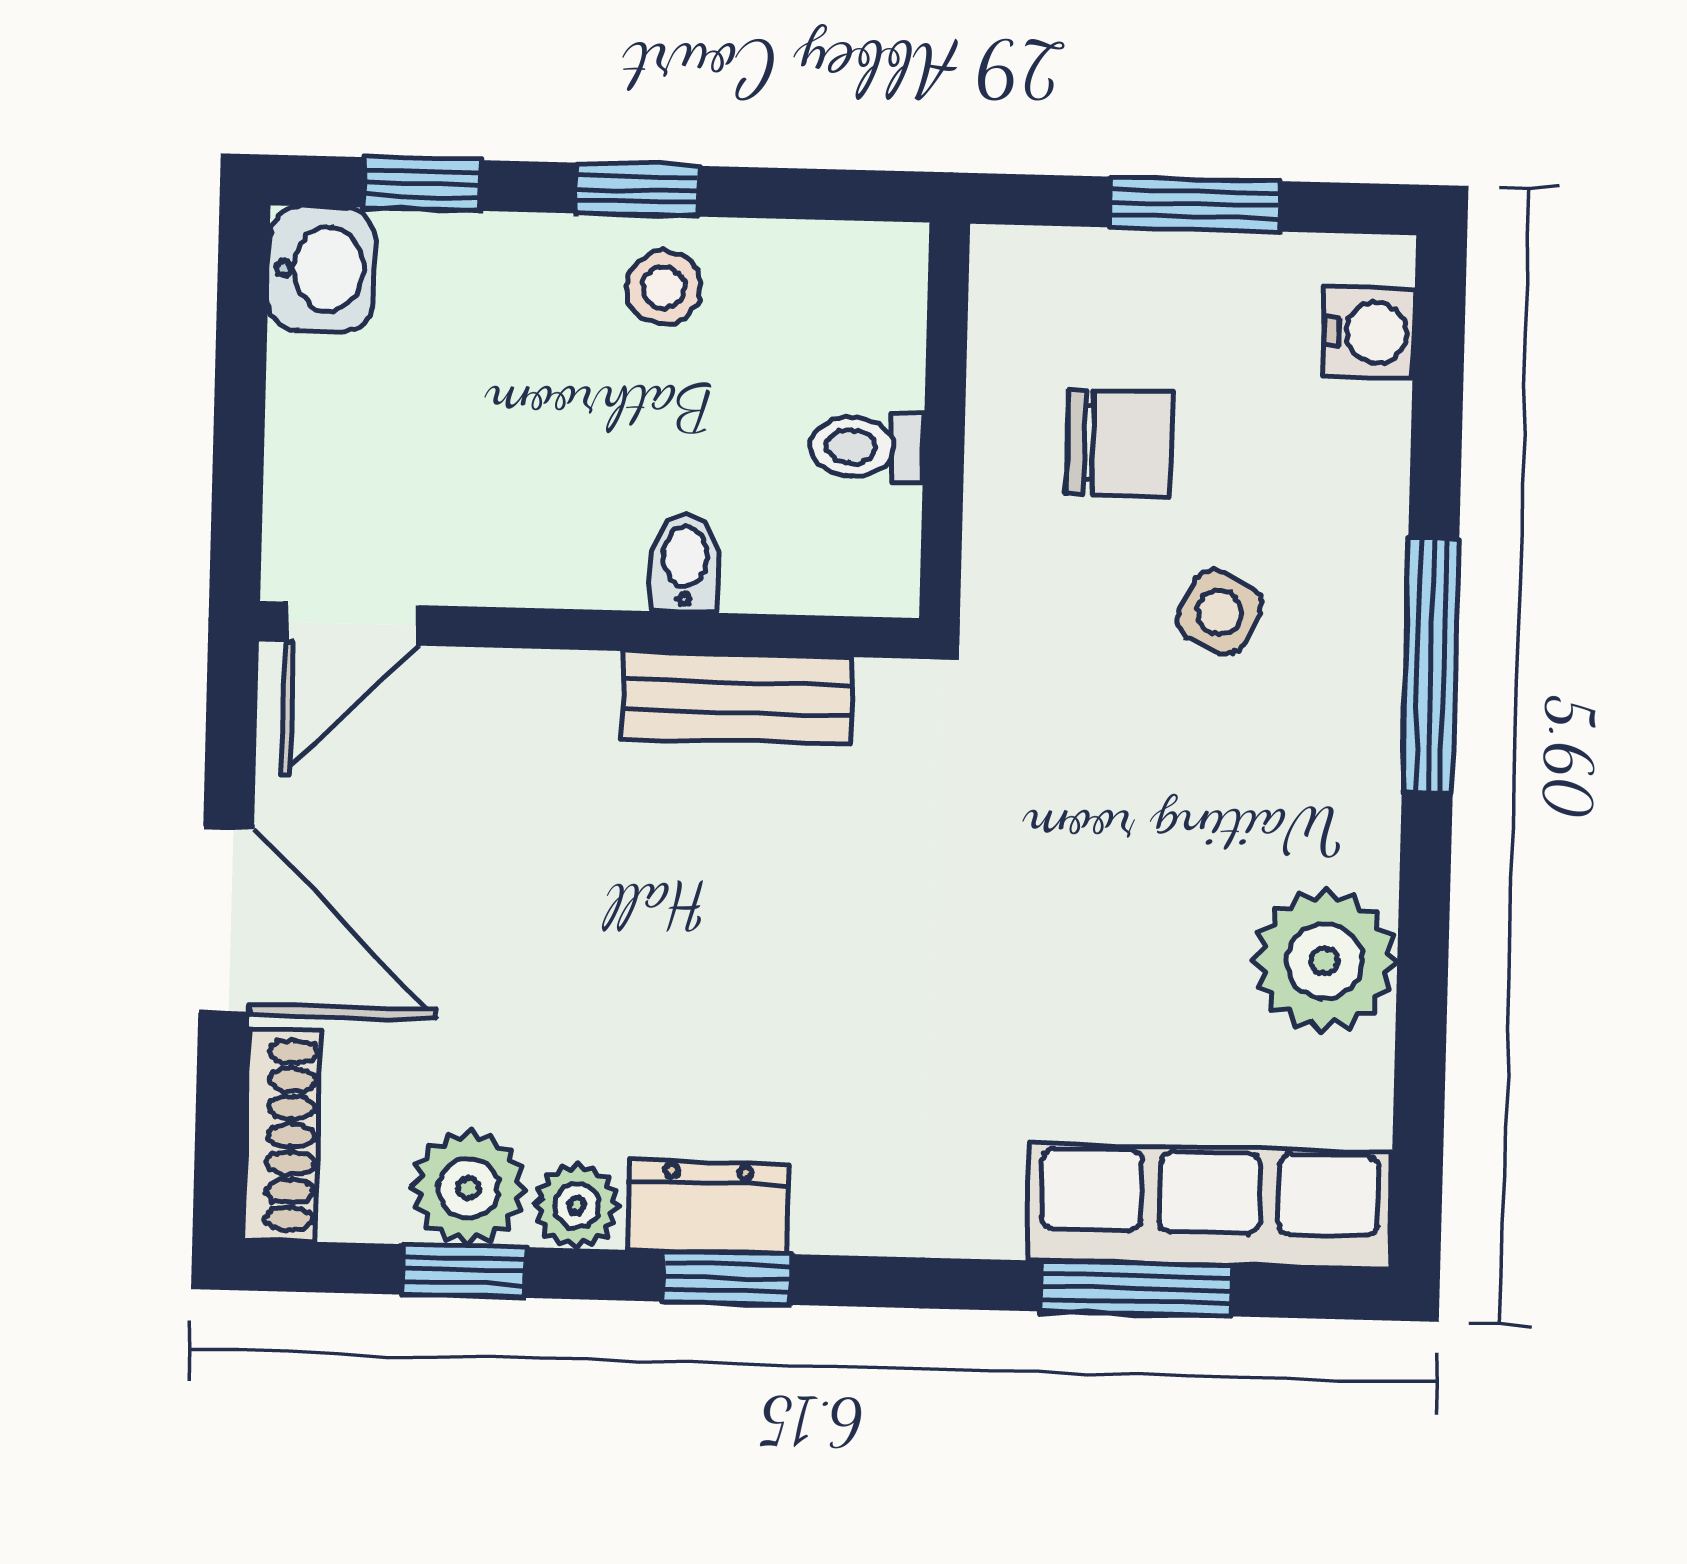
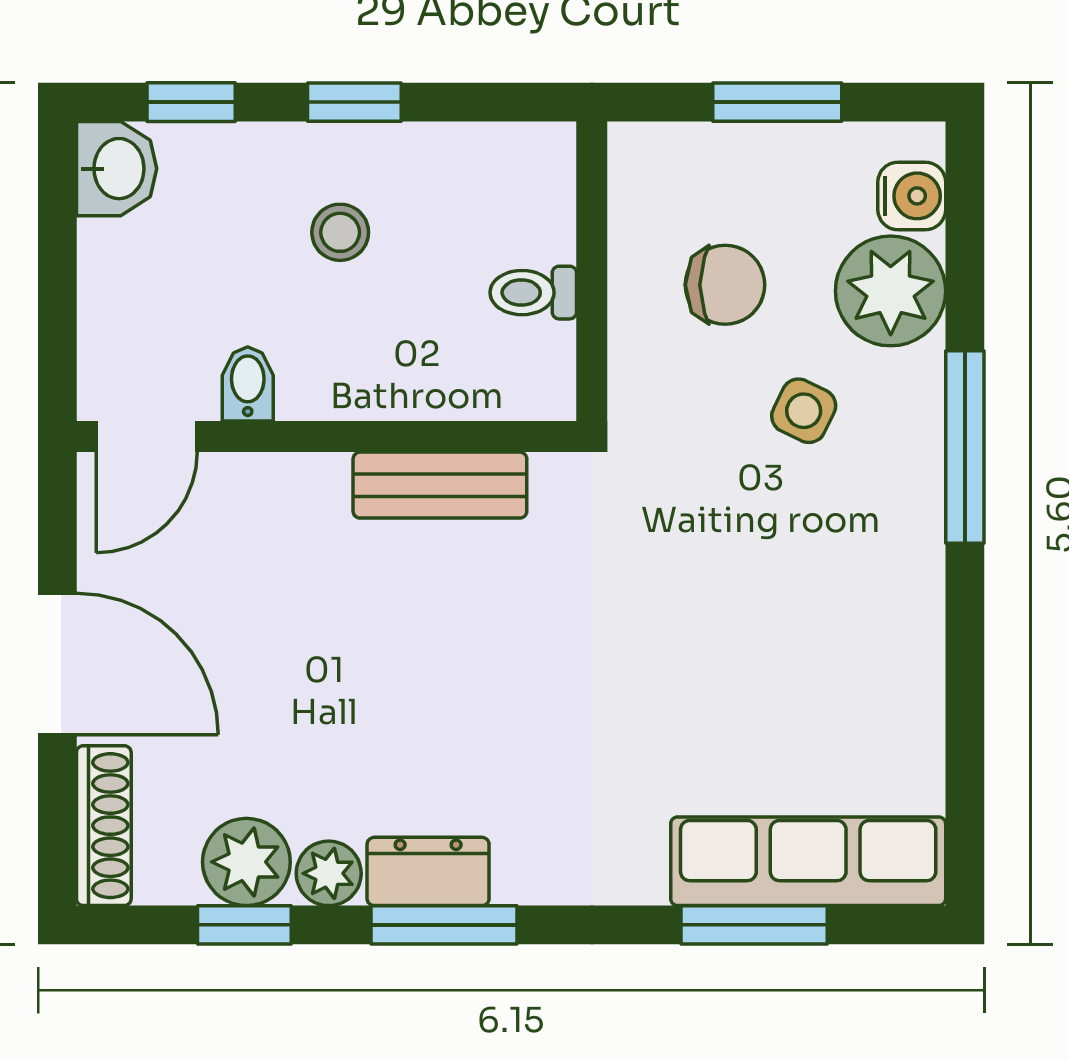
stool: (664, 288) -> (340, 232), moved
bidet: (685, 563) -> (248, 384), moved
plant: (1325, 961) -> (891, 291), moved
window: (727, 1278) -> (444, 925), width x1.50

